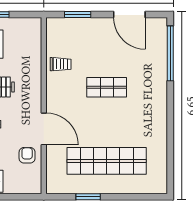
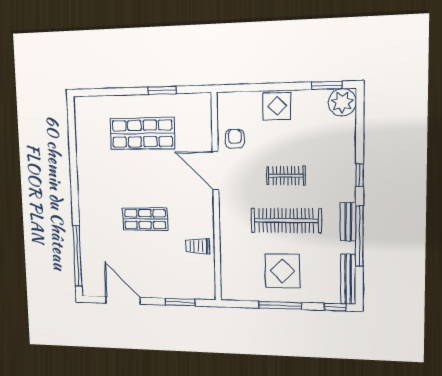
armchair: (27, 155) -> (235, 139), turned 180
shop shelf: (107, 161) -> (142, 134), width x0.71

